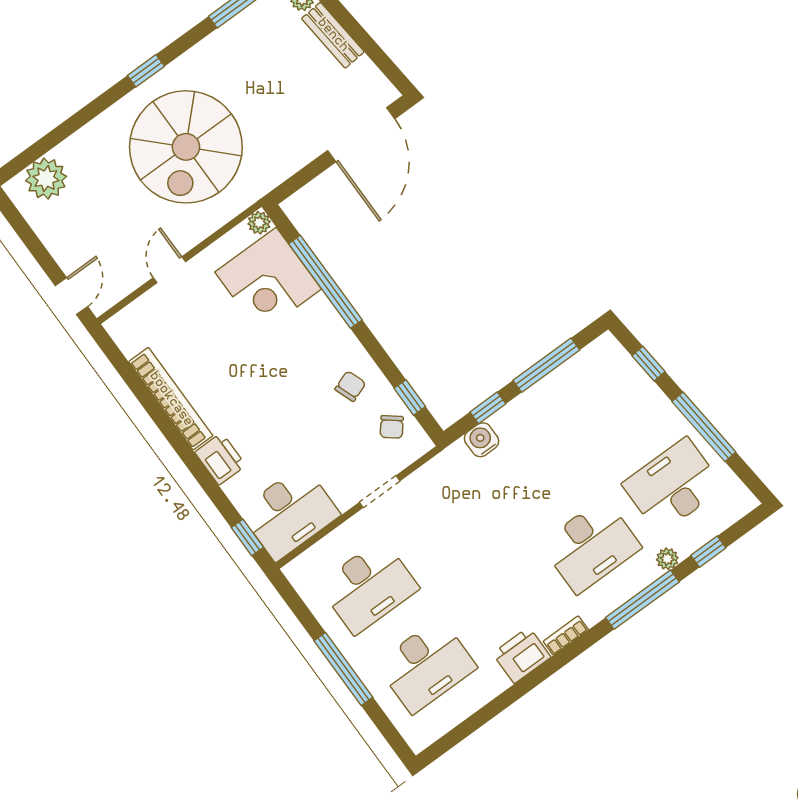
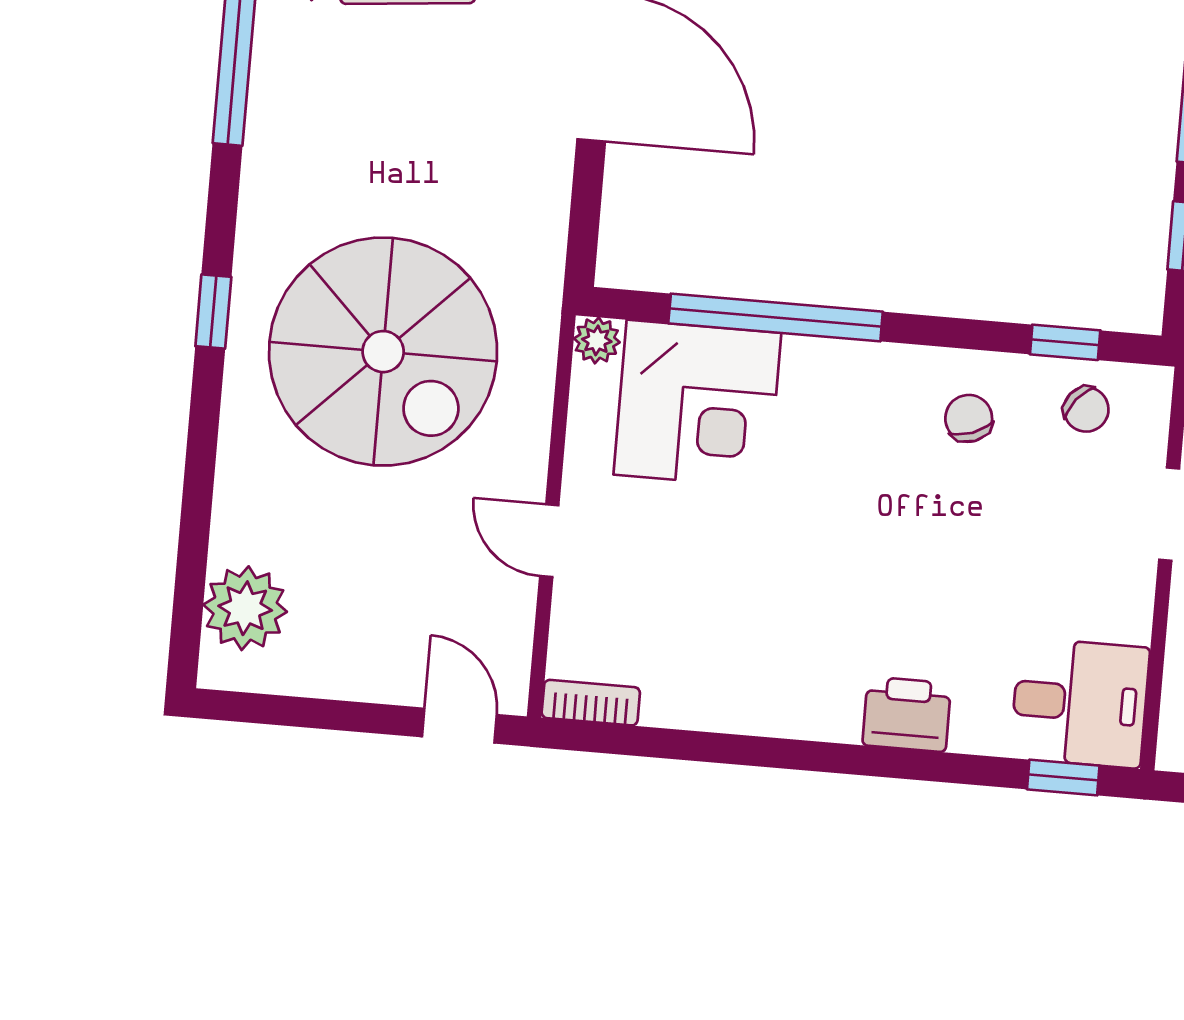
bookcase: (171, 399) -> (591, 703), moved, width x0.43, depth x0.76
desk: (290, 513) -> (1080, 703), width x0.73

